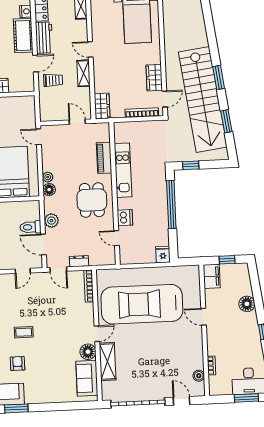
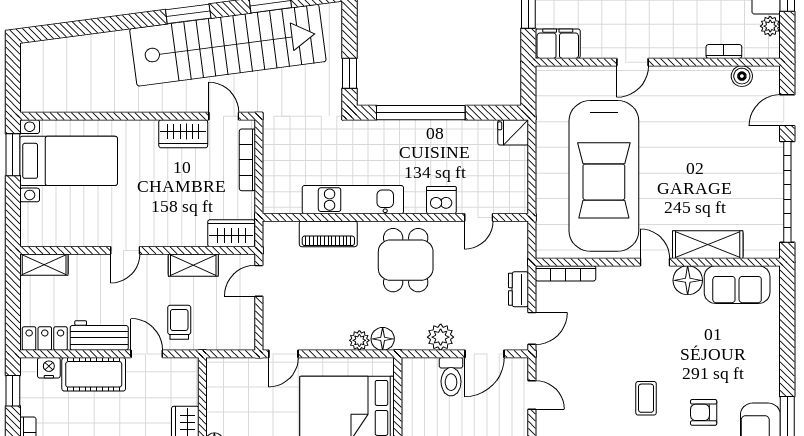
shelving: (83, 73) -> (193, 265), moved
dining table: (92, 200) -> (406, 260), turned 90
plant: (226, 390) -> (770, 26), added

